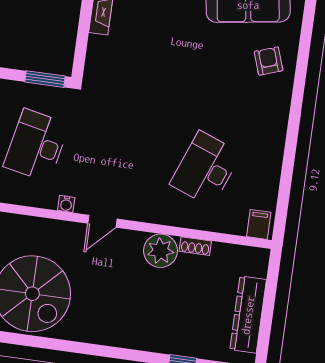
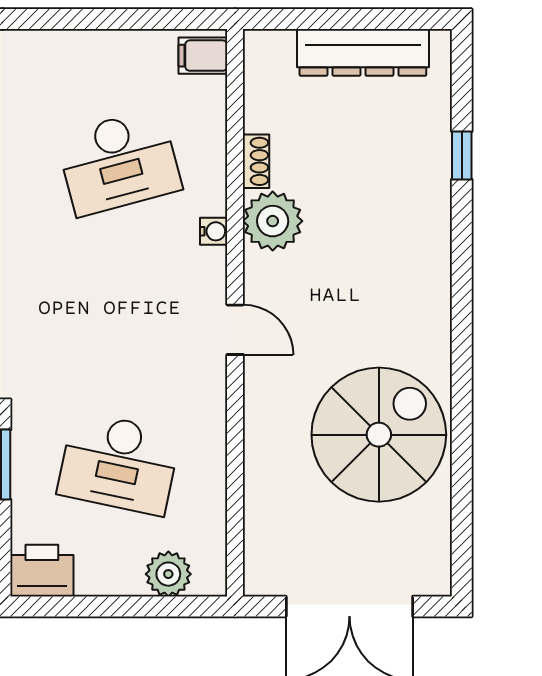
desk: (206, 169) -> (119, 162), turned -36
water cooler: (66, 204) -> (214, 231), moved

